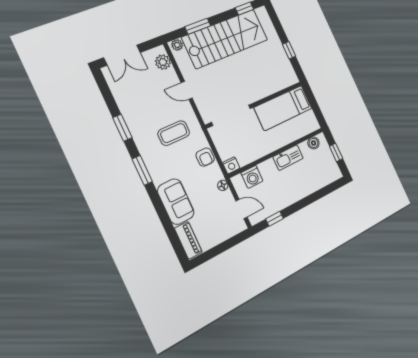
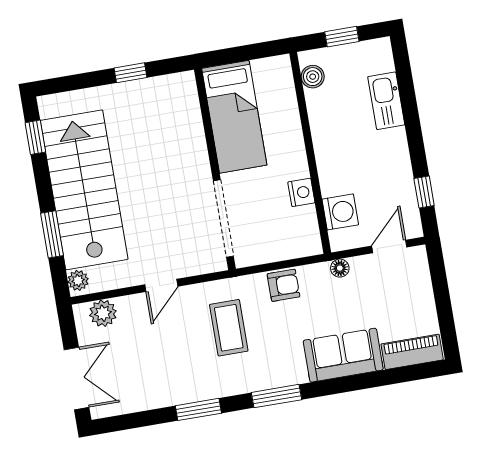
kitchen sink: (288, 158) -> (386, 101), moved, turned 180
nightstand: (231, 165) -> (301, 192), moved

